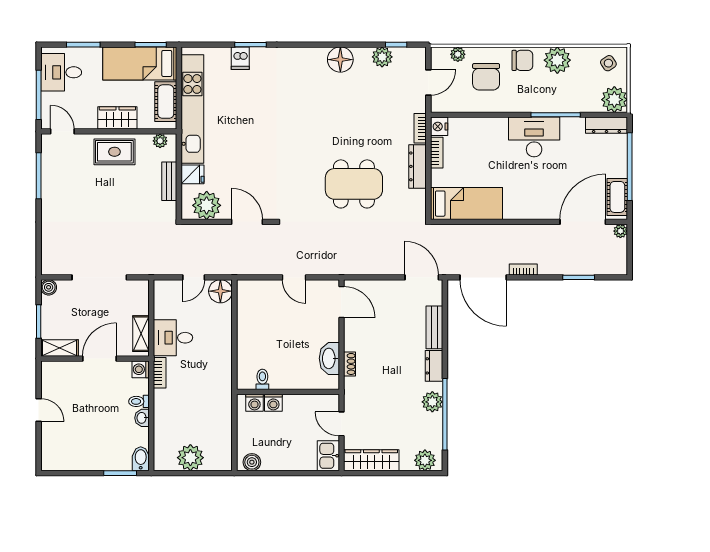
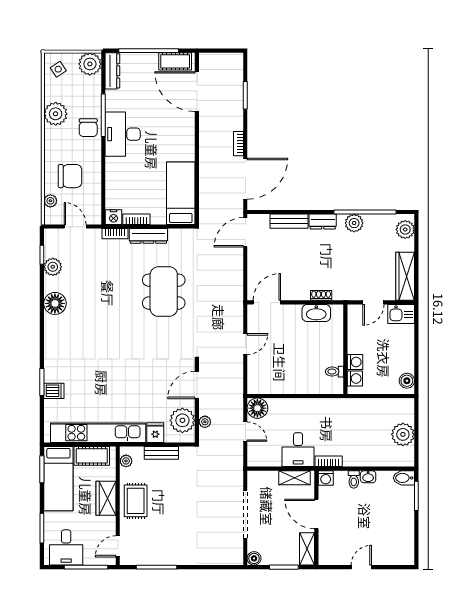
chair: (522, 60) -> (88, 128), moved, turned 180
plant: (620, 231) -> (205, 422), moved

